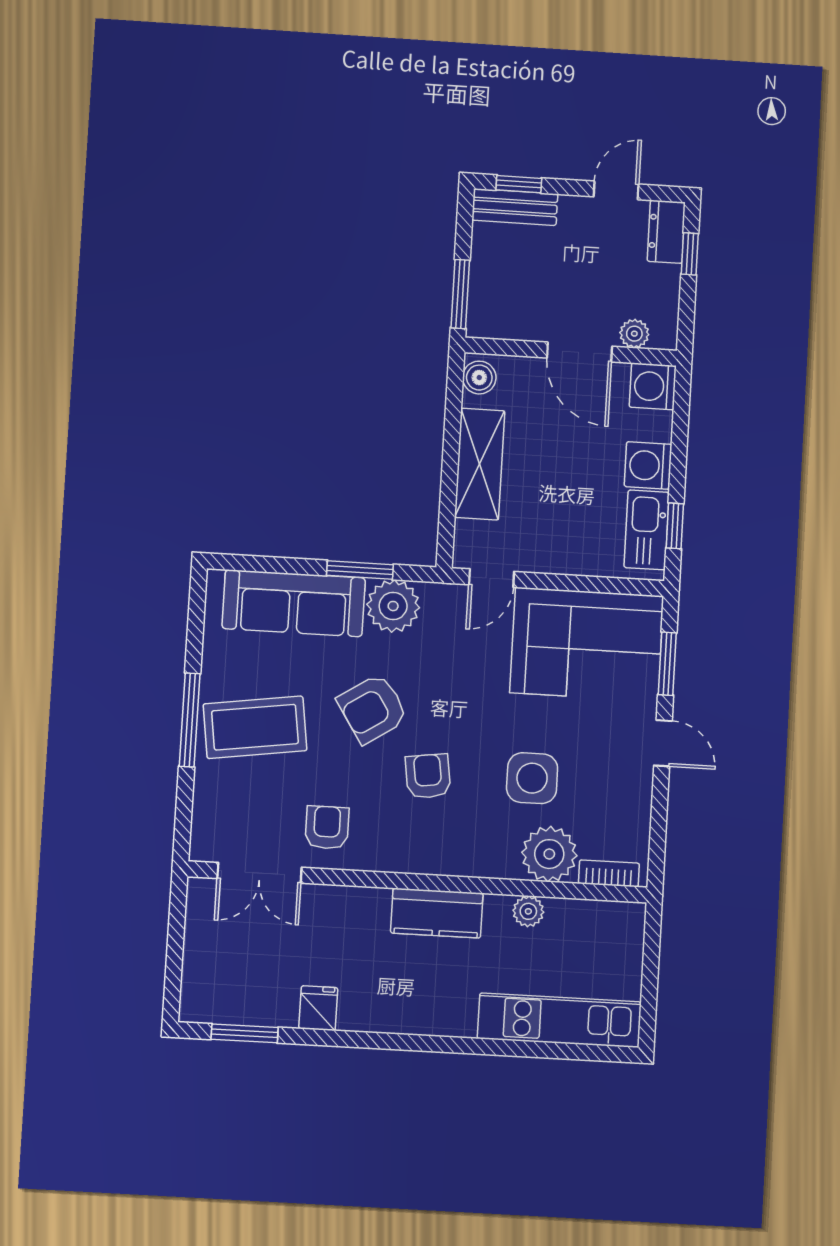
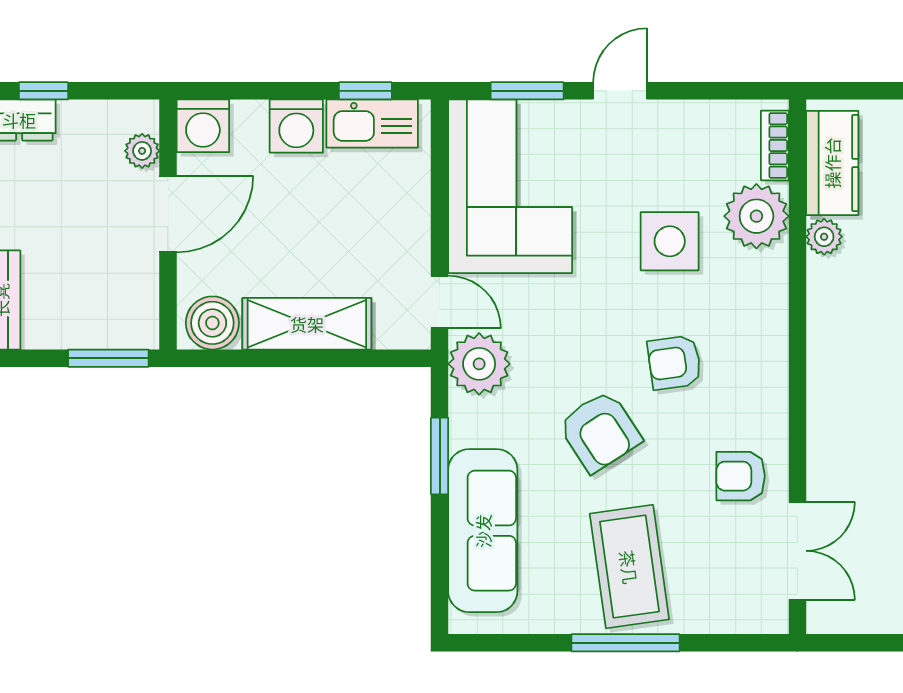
boiler: (479, 378) -> (212, 323), width x1.36, depth x1.36
plant: (393, 606) -> (479, 364), moved
kitchen counter: (437, 913) -> (832, 163), moved

